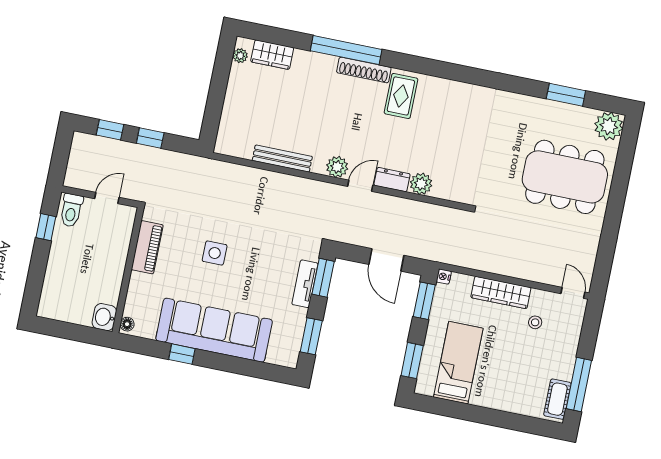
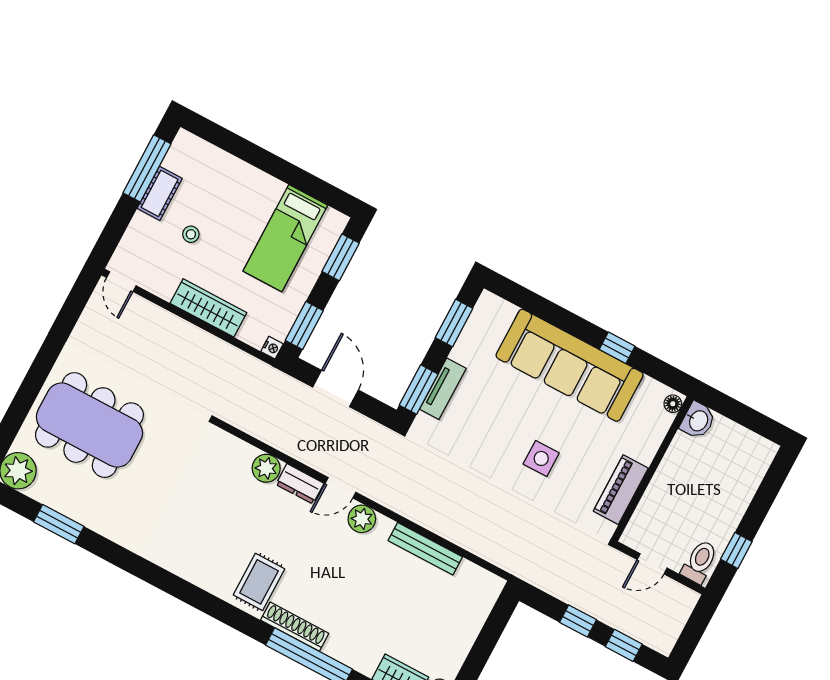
stool: (535, 322) -> (191, 234), moved
cot: (557, 399) -> (160, 193), moved

